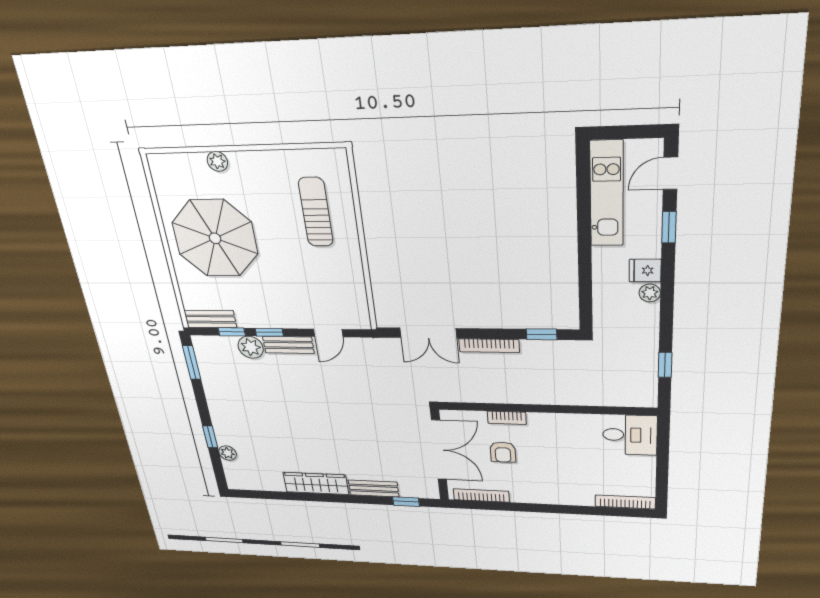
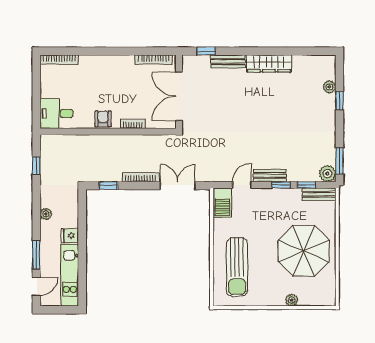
sun lounger: (316, 212) -> (237, 267), width x1.36, depth x1.34
window: (669, 227) -> (36, 255), width x1.50
fridge: (645, 271) -> (70, 236), moved, turned 180
barbecue: (354, 308) -> (222, 203), added
plant: (251, 347) -> (327, 174), moved
armchair: (503, 452) -> (103, 119), moved

